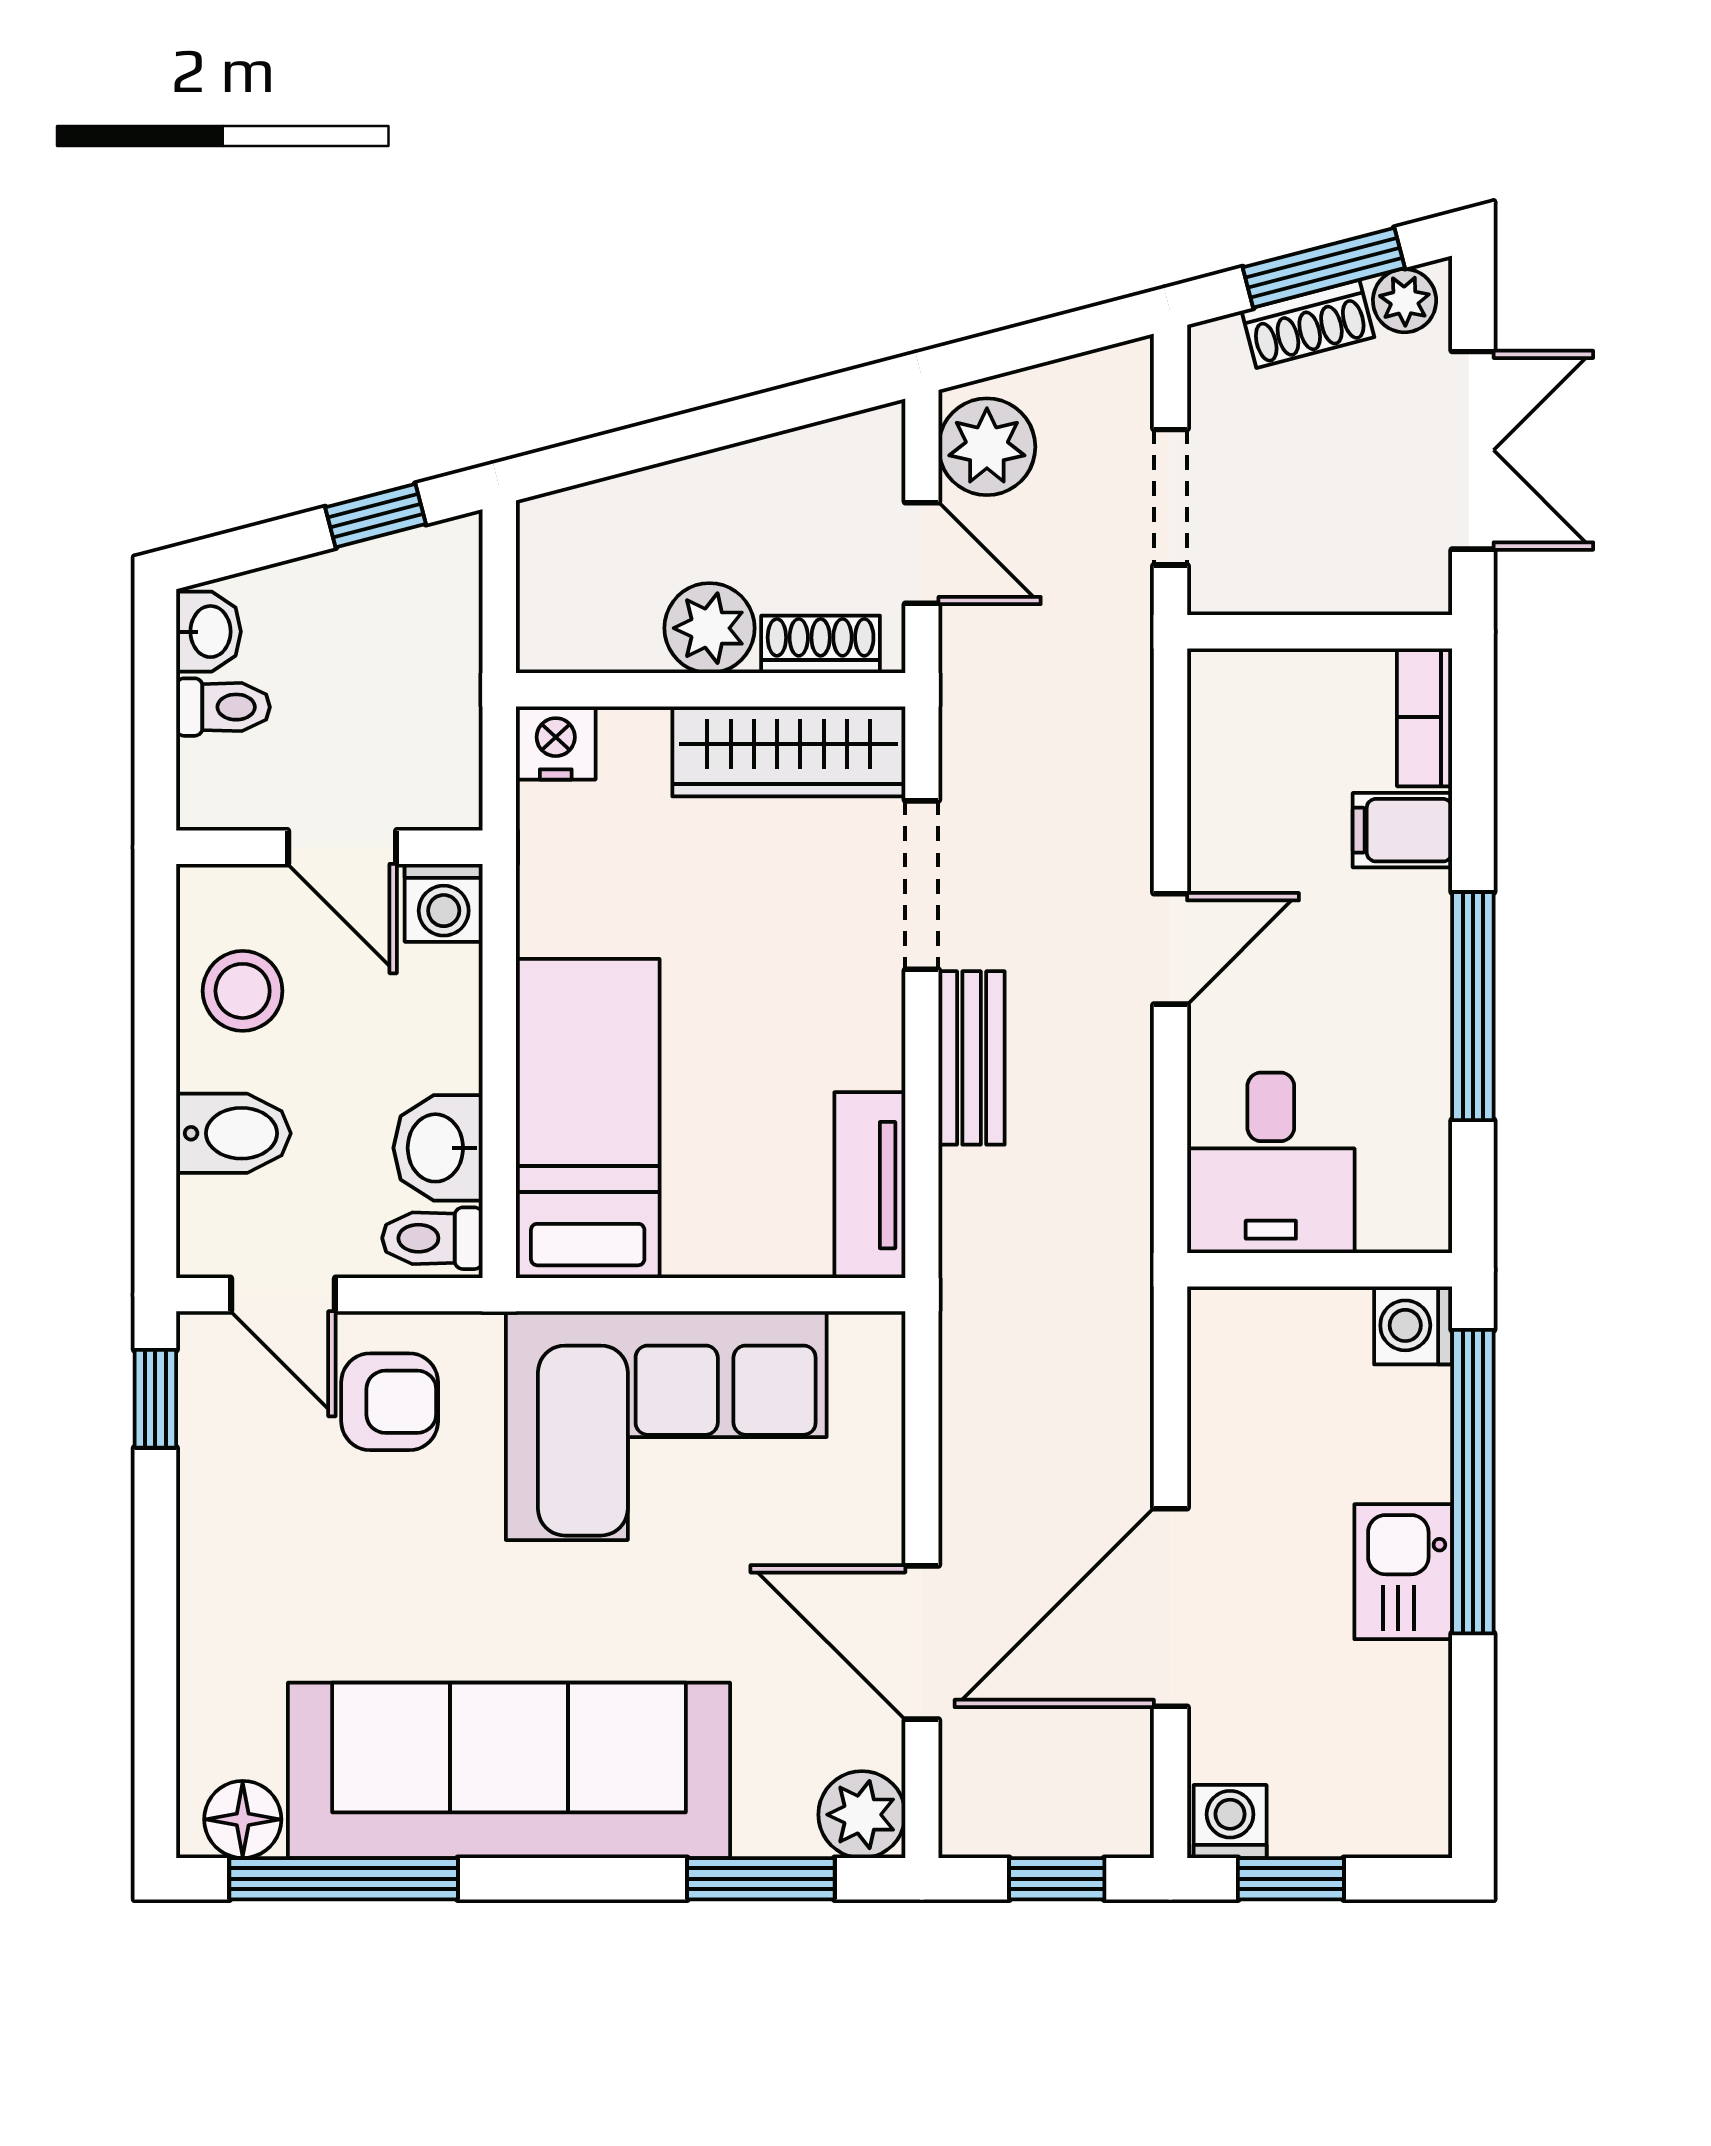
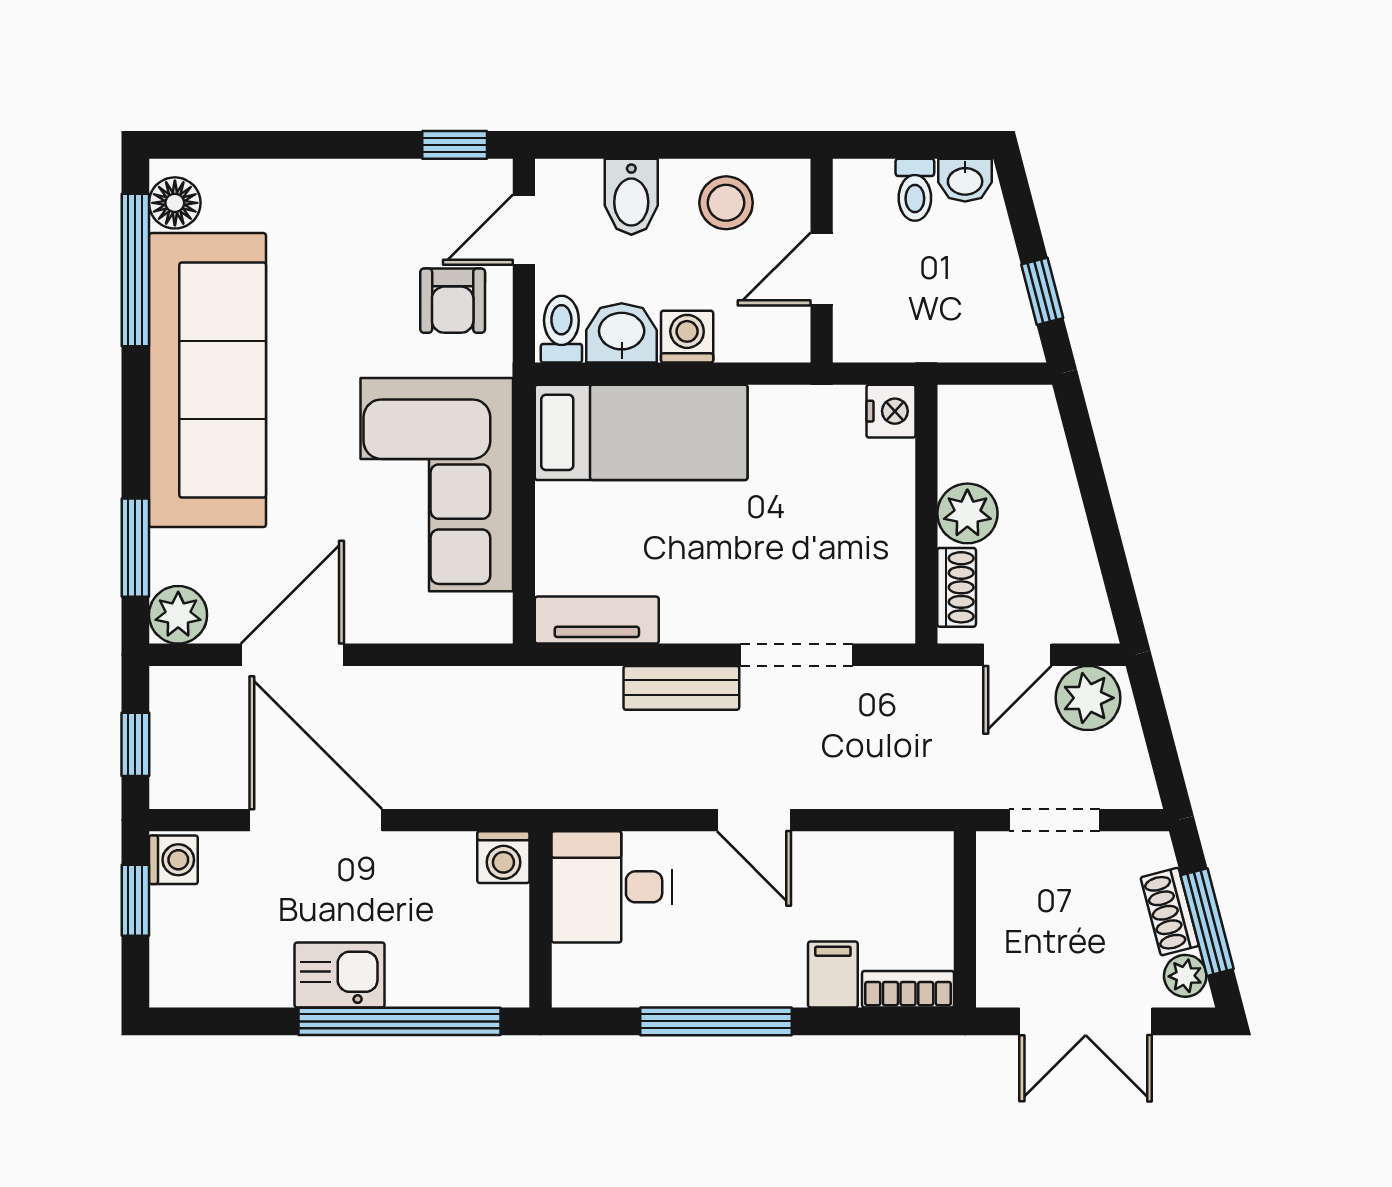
wardrobe: (789, 751) -> (885, 566), removed
washing machine: (444, 903) -> (687, 337), moved, turned 90
washing machine: (1413, 1325) -> (503, 857), moved, turned 180

